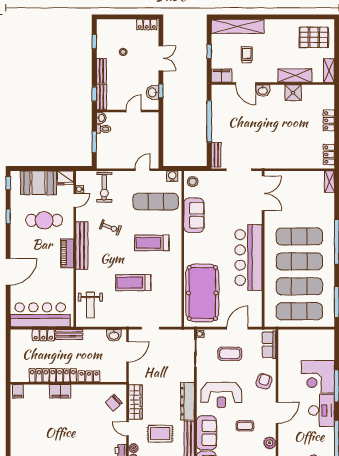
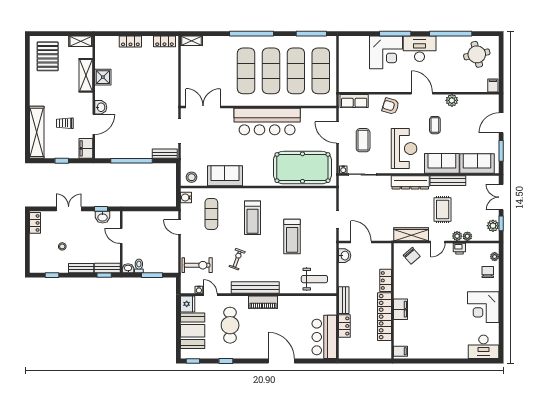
exercise mat: (156, 202) -> (211, 214), width x0.73, depth x0.69
bar counter: (40, 315) -> (324, 337), width x0.73

